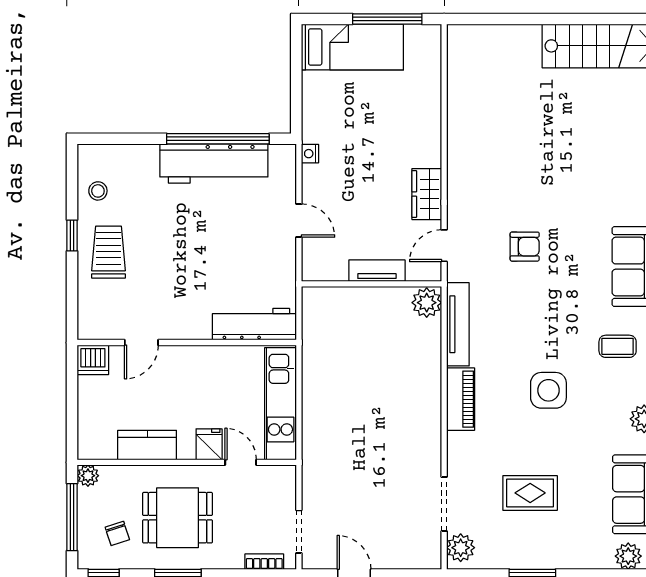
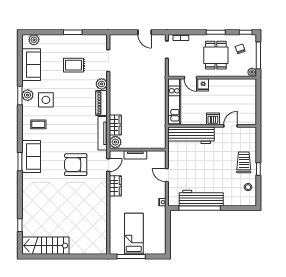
bed: (352, 47) -> (134, 234), moved, turned 90
armchair: (525, 247) -> (76, 165), width x1.88, depth x1.88
trolley: (108, 252) -> (244, 162), turned 180
workbench: (254, 324) -> (191, 135), width x1.36, depth x1.32
wardrobe: (427, 345) -> (115, 125), added
dishwasher: (93, 360) -> (213, 119), moved
side table: (548, 390) -> (46, 100), moved
kitchen counter: (147, 445) -> (228, 84), removed
dining table: (178, 518) -> (216, 55), turned 90
plant: (461, 548) -> (102, 84), moved

